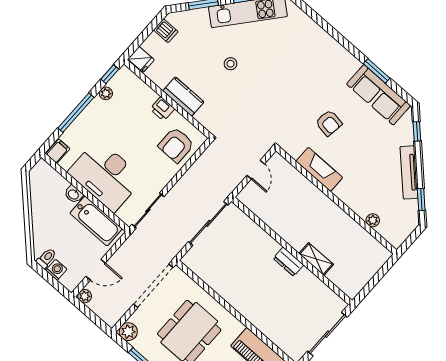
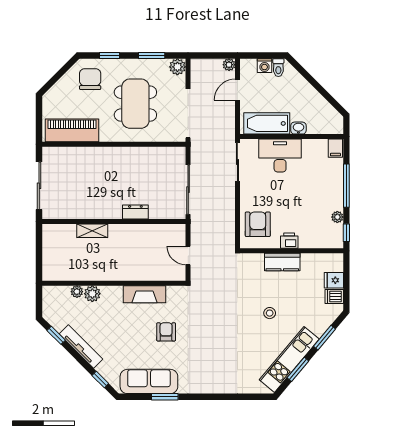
fridge: (141, 59) -> (334, 280), moved
armchair: (329, 123) -> (166, 332), turned 82
desk: (106, 175) -> (280, 155), width x0.73, depth x0.77
plant: (362, 207) -> (92, 294), added
dresser: (288, 262) -> (135, 212), moved

